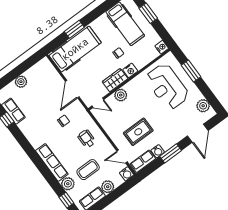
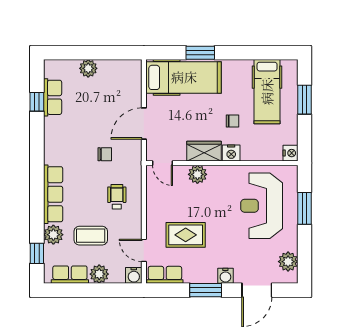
water cooler: (158, 151) -> (225, 276), moved

